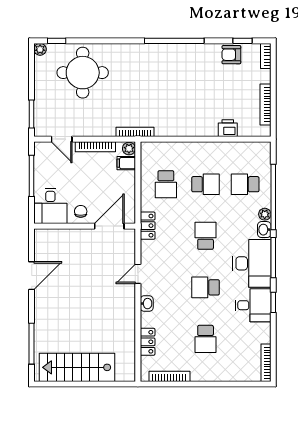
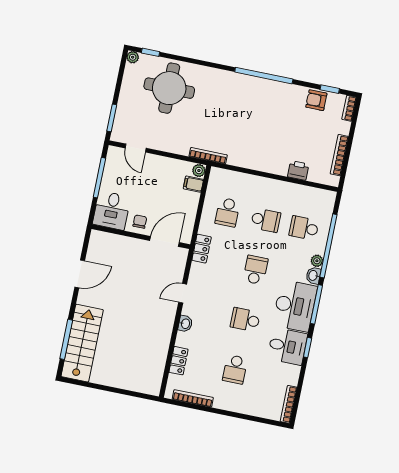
bookcase: (95, 147) -> (167, 162), removed
stairs: (77, 367) -> (82, 343), moved, turned 90

